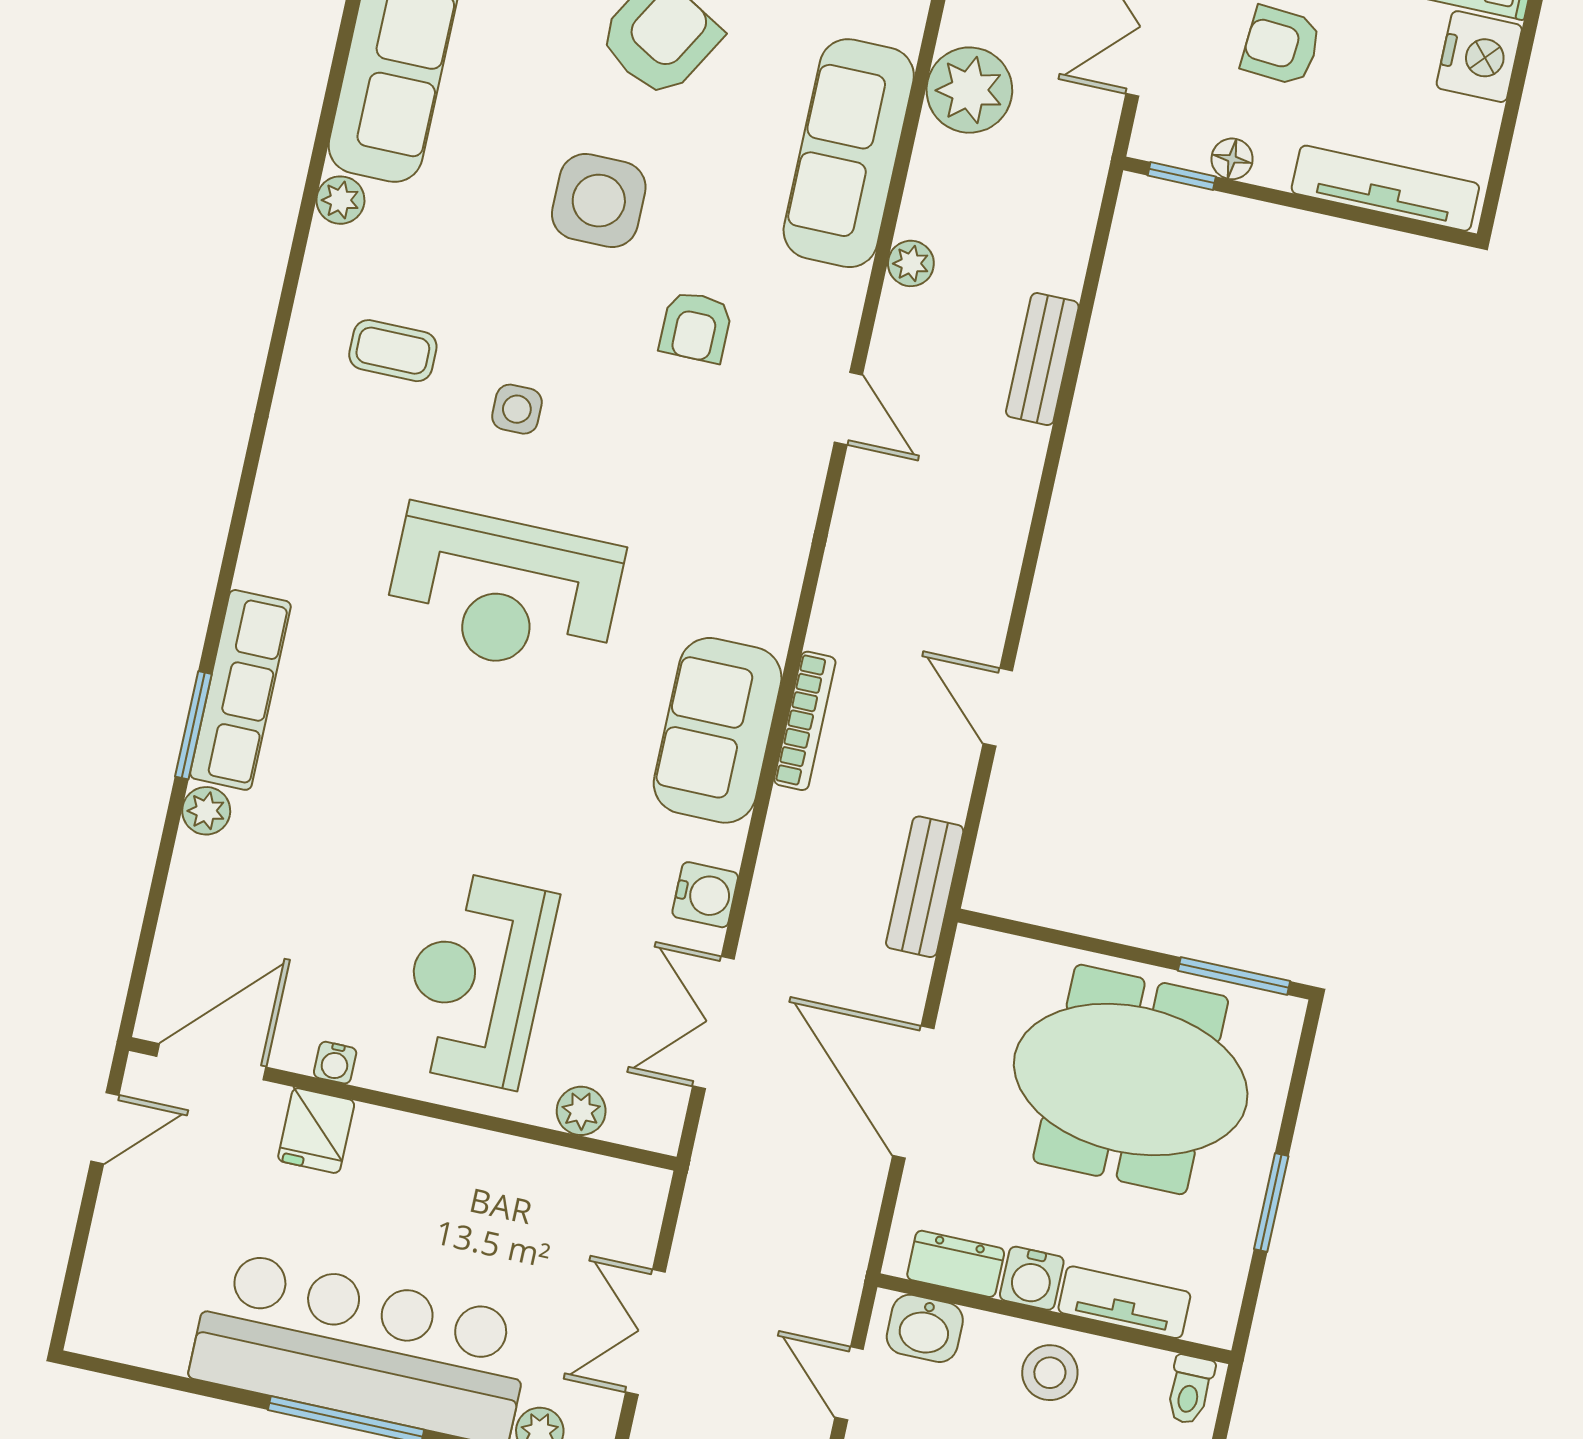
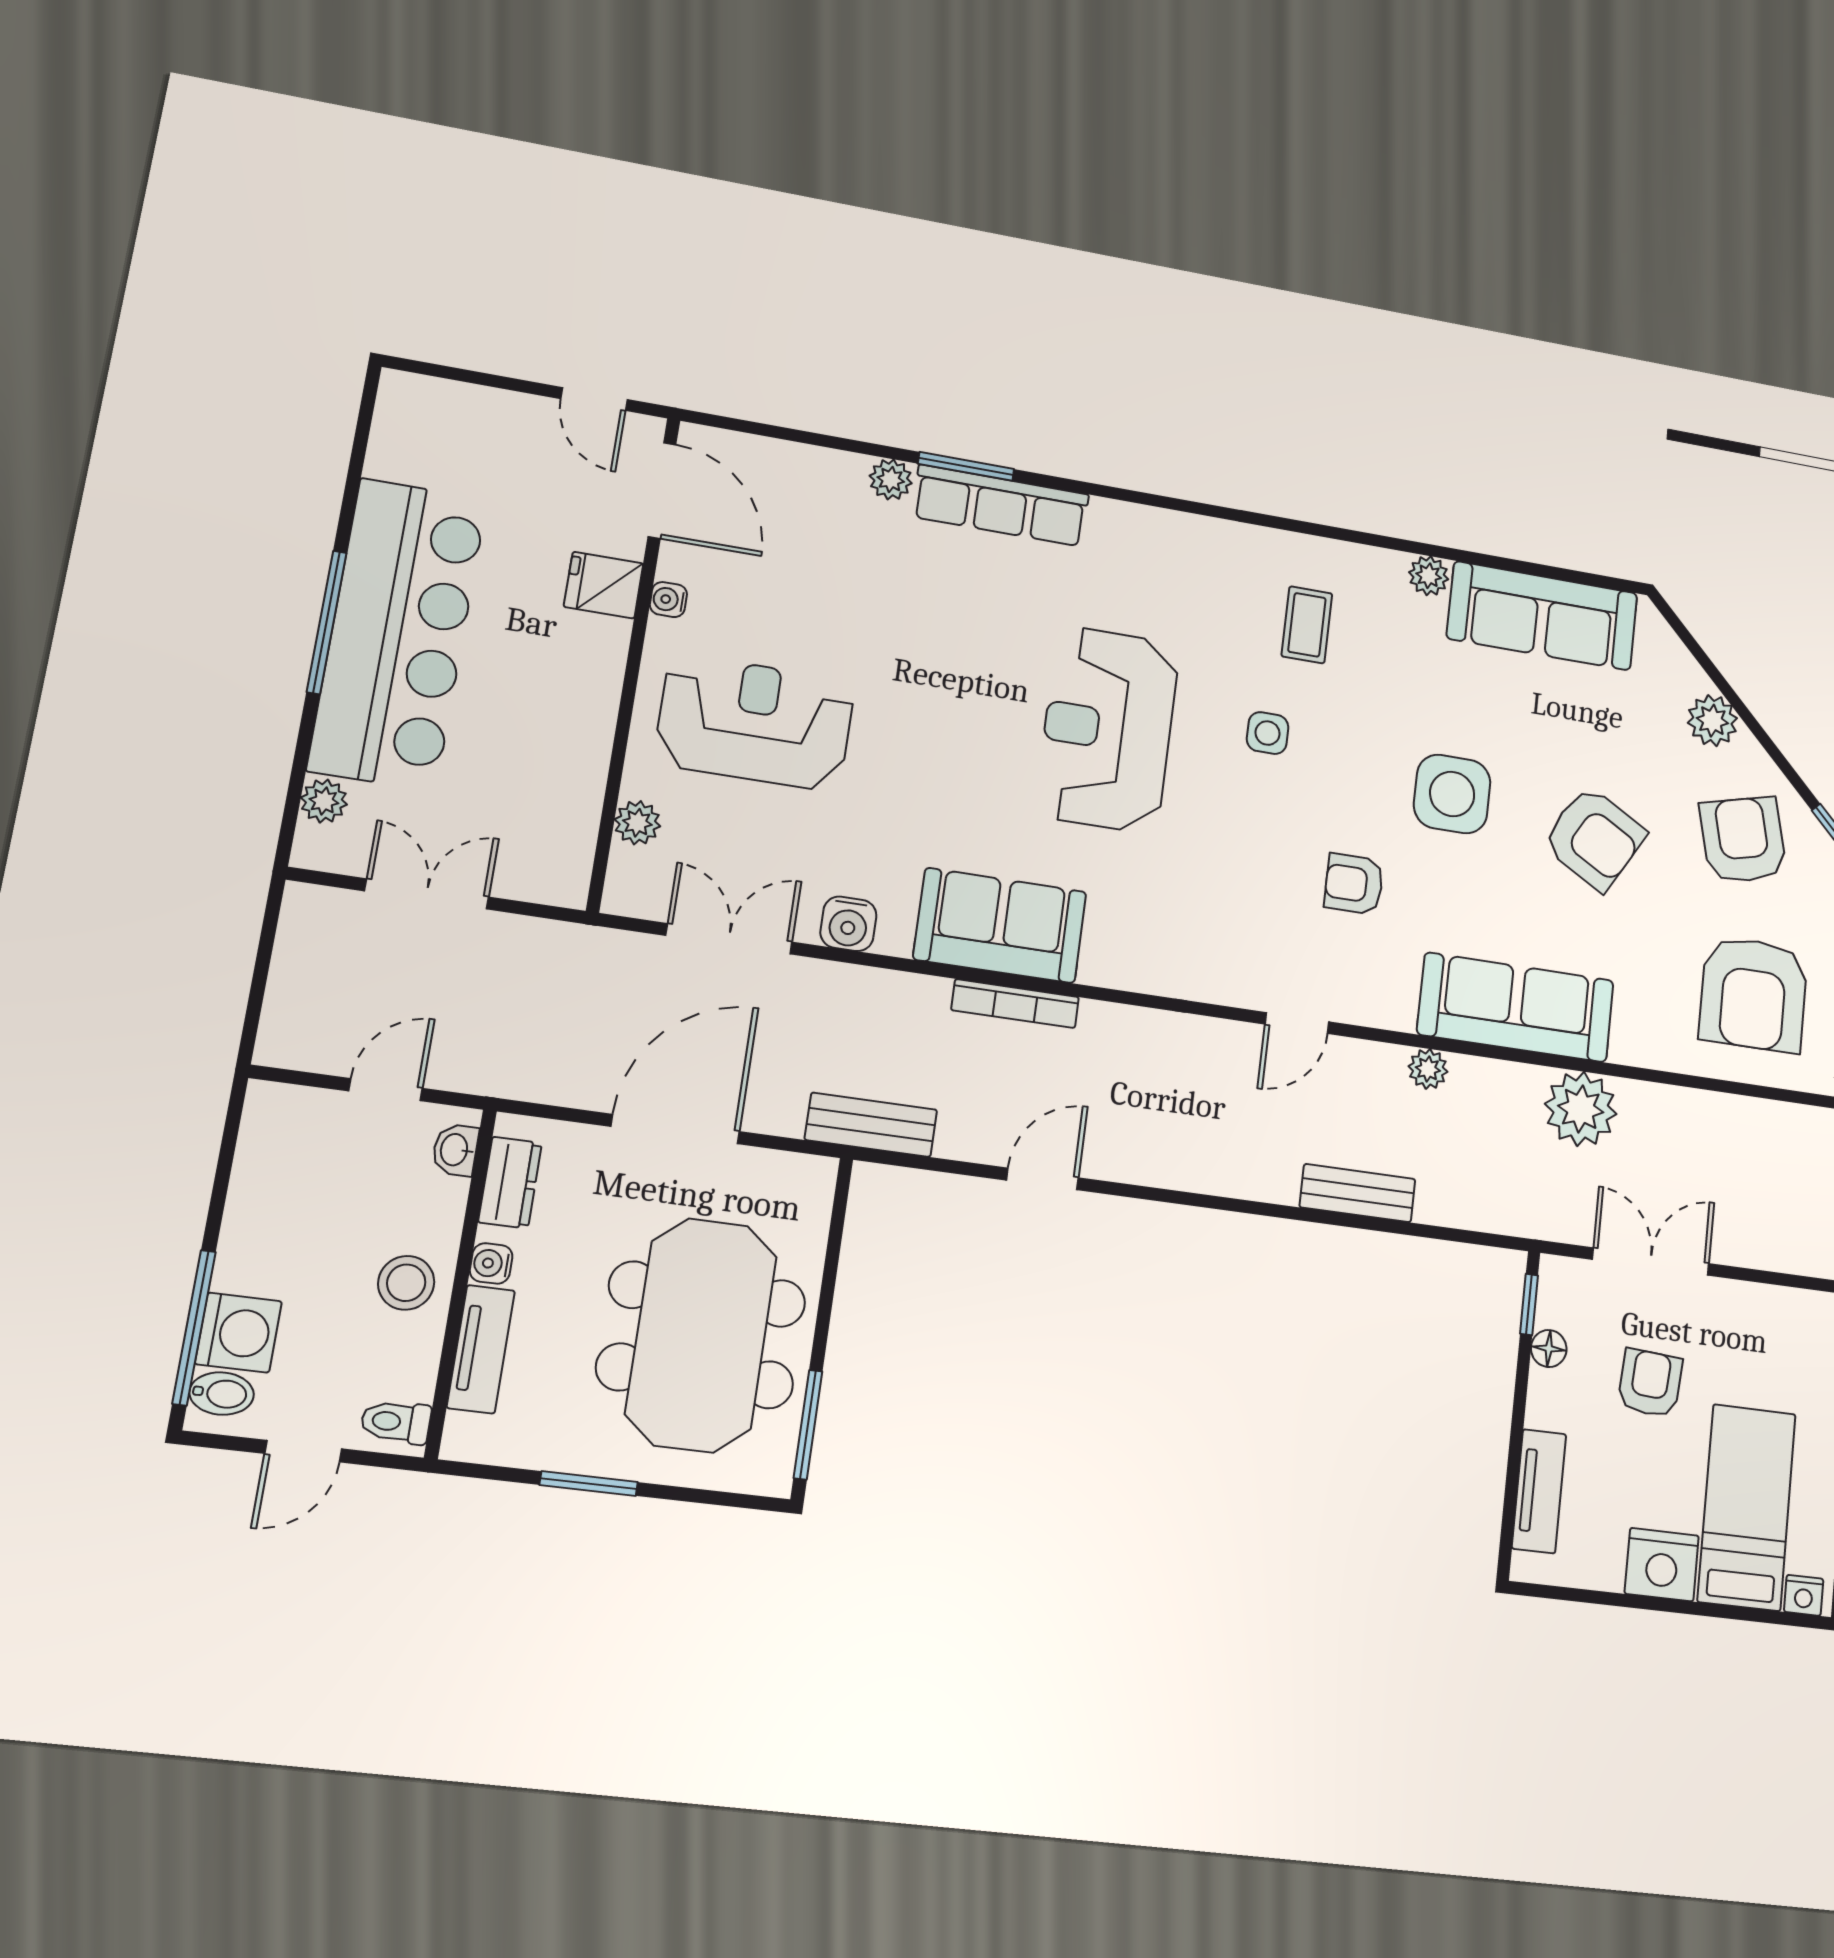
tv unit: (1385, 188) -> (1539, 1491), width x0.71
water cooler: (1032, 1278) -> (491, 1263), width x0.72, depth x0.72
washbasin: (925, 1328) -> (455, 1150), width x0.72, depth x0.69

